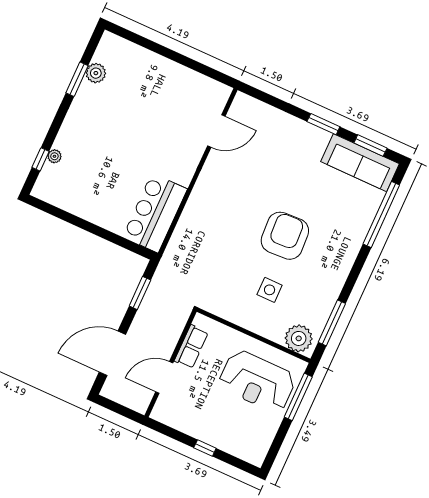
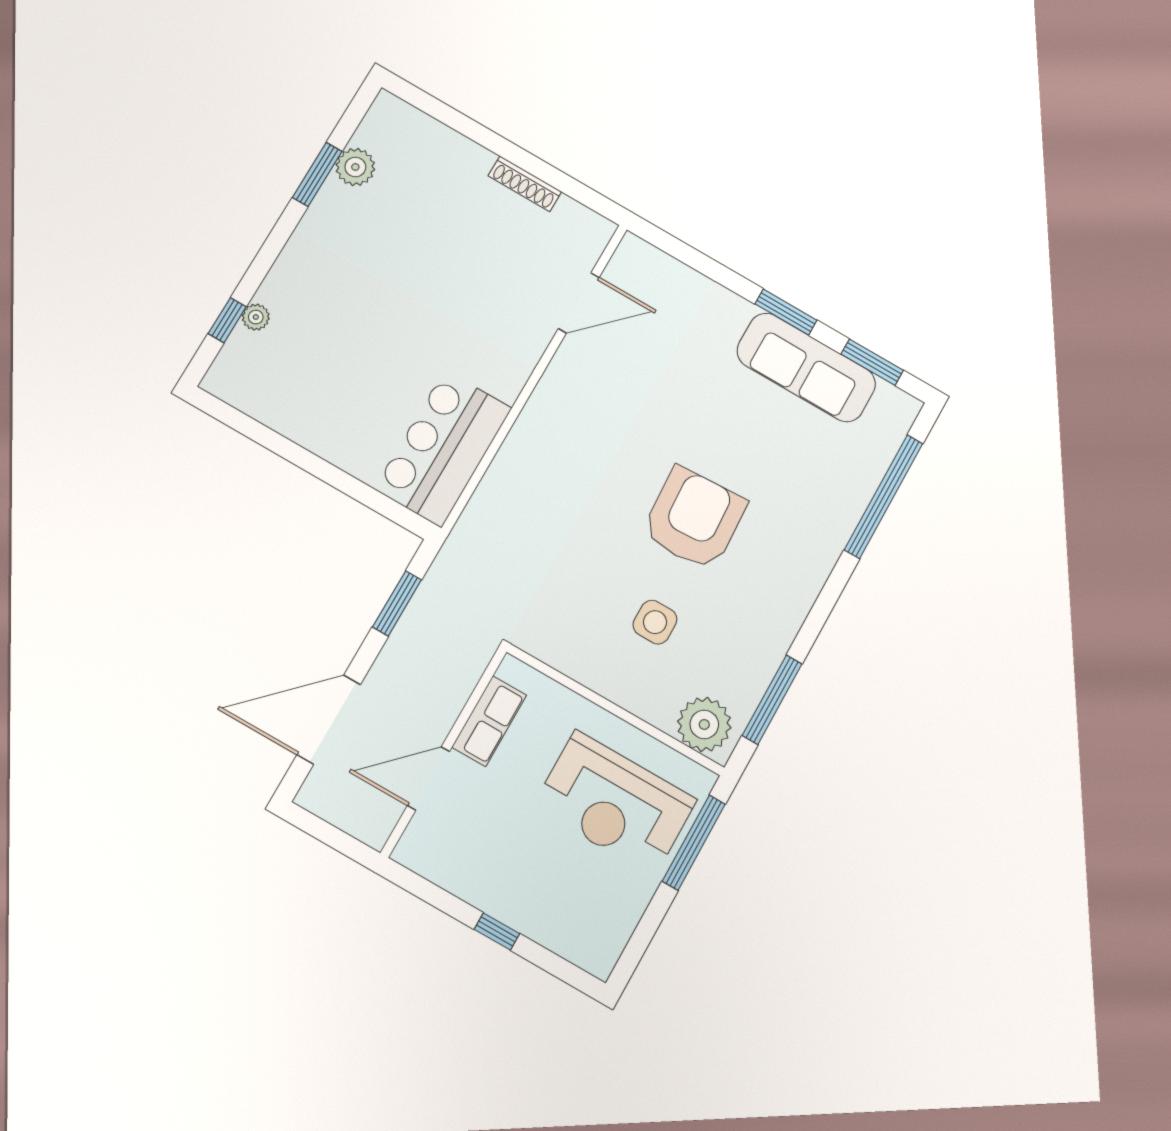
shoe rack: (183, 72) -> (525, 184), added
sofa: (360, 163) -> (806, 367), moved

